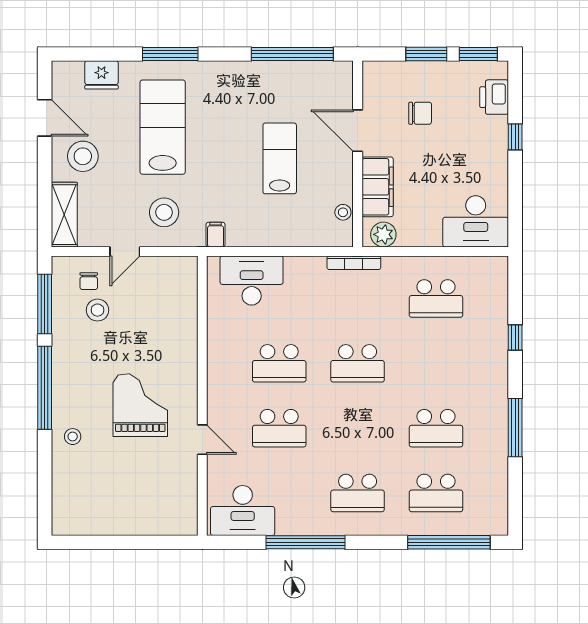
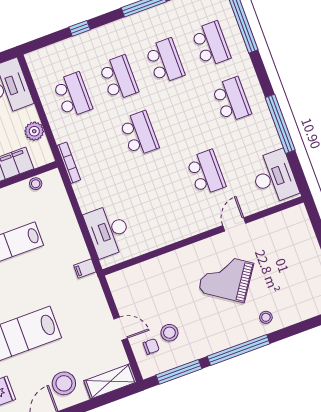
stool: (164, 212) -> (83, 311), removed
plant: (383, 234) -> (34, 131), moved
school desk: (279, 363) -> (119, 78), moved
grand piano: (140, 405) -> (226, 277), turned 34

